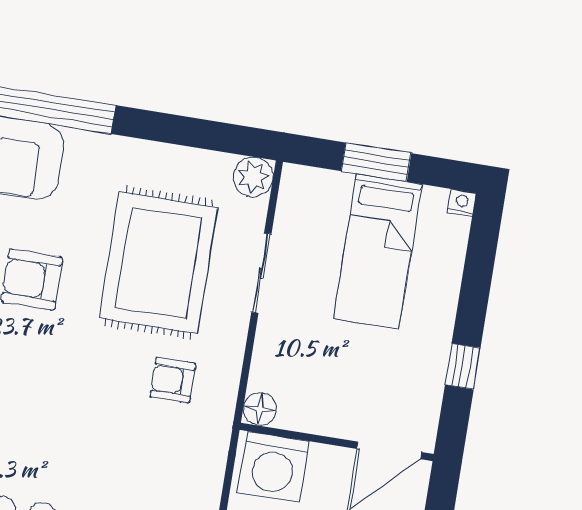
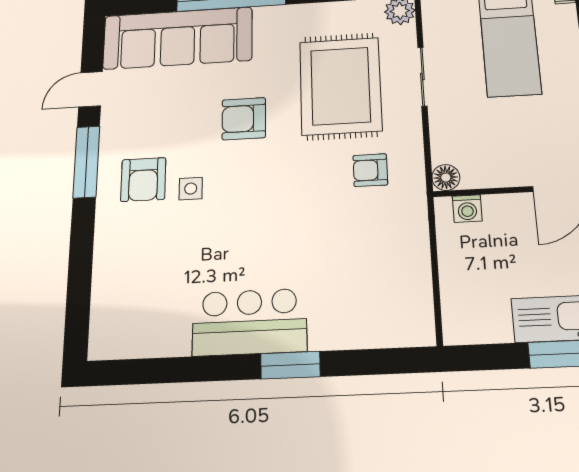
washing machine: (273, 467) -> (467, 209), width x0.53, depth x0.53

